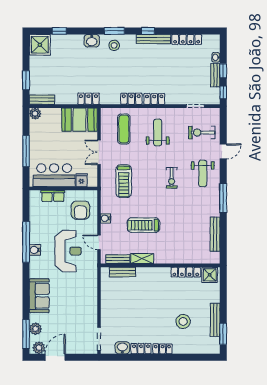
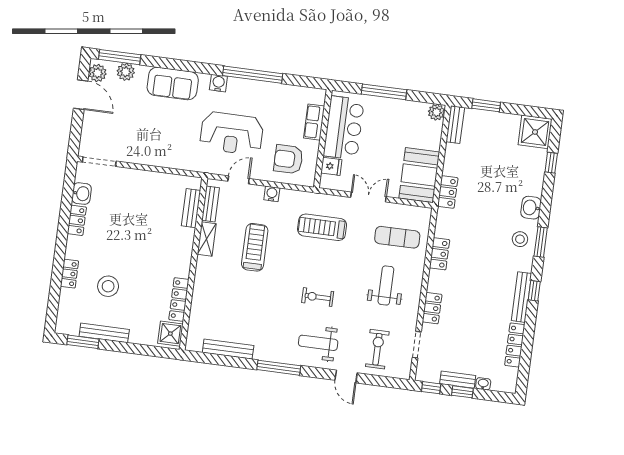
locker: (154, 99) -> (432, 308), moved
weight bench: (158, 132) -> (386, 285), turned -90
water cooler: (35, 250) -> (218, 83), moved
locker: (162, 349) -> (69, 274), moved

